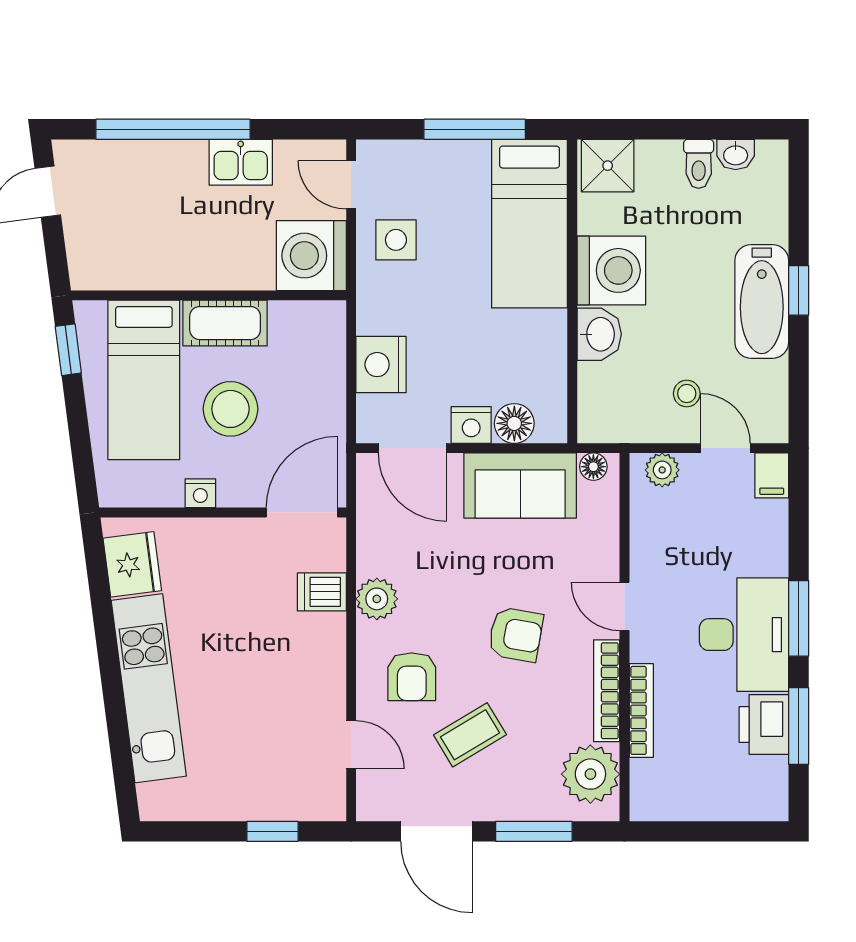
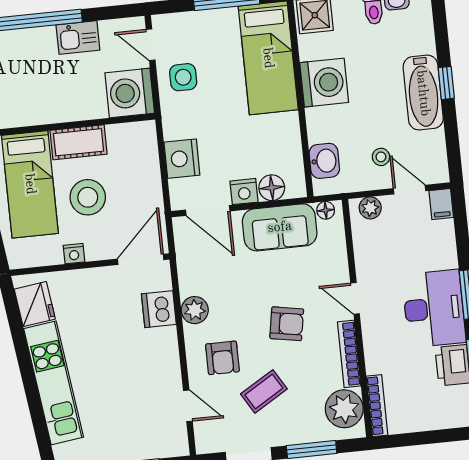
washbasin: (599, 334) -> (324, 161), moved
dishwasher: (322, 592) -> (159, 309), width x1.38
bookcase: (641, 710) -> (377, 406), moved

